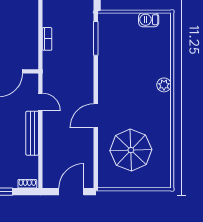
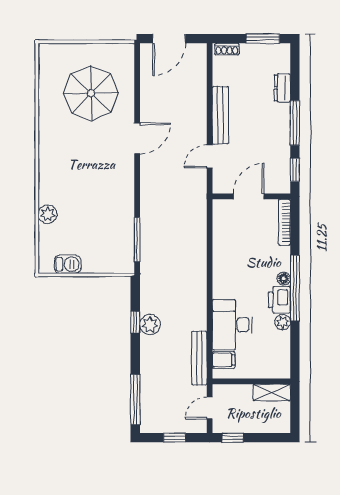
bookcase: (47, 39) -> (201, 239), removed
plant: (164, 85) -> (48, 214), moved
door: (40, 102) -> (210, 156), hinge flipped

